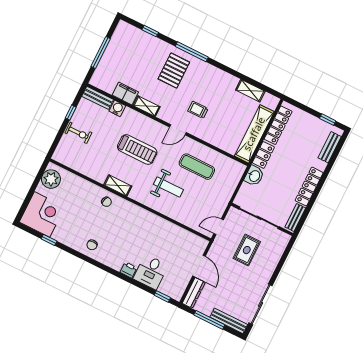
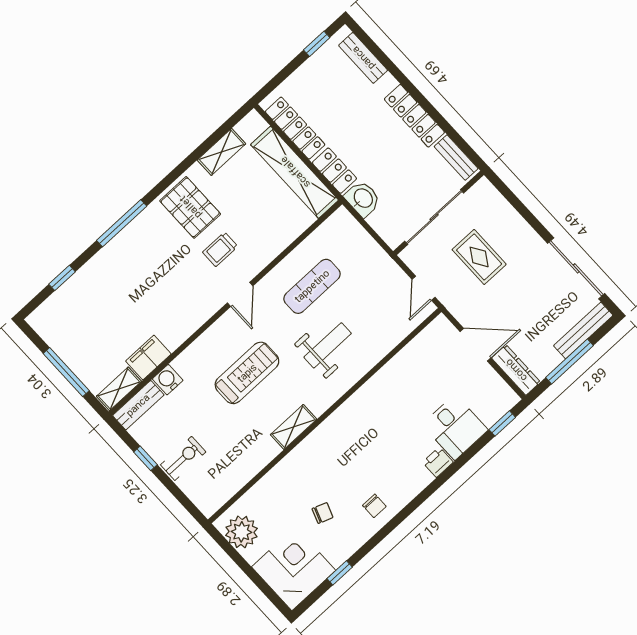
pallet: (174, 71) -> (190, 207), moved
shelving: (147, 106) -> (119, 389), moved
chair: (106, 202) -> (323, 513), moved

